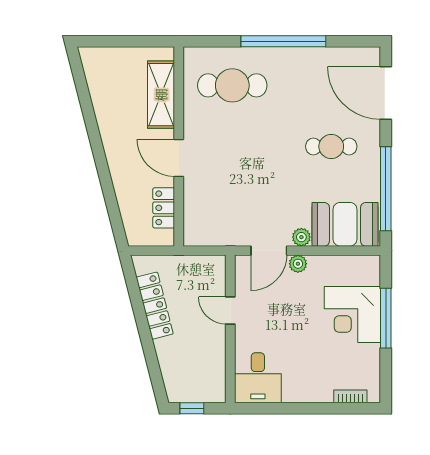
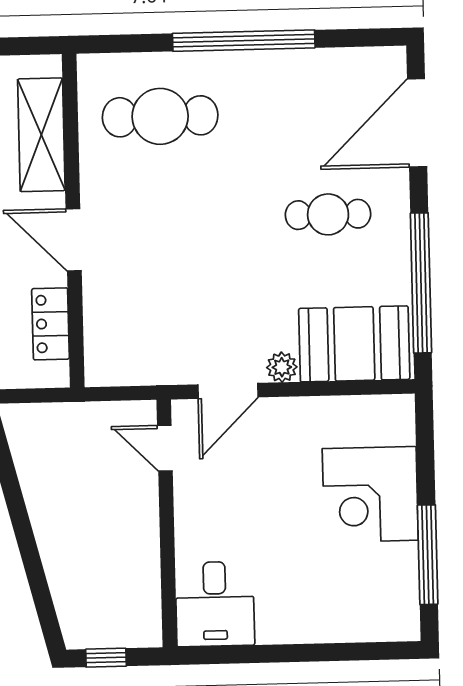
door: (386, 93) -> (417, 123), hinge flipped
plant: (298, 264) -> (277, 412), removed
locker: (155, 306) -> (39, 488), removed
door: (230, 311) -> (165, 448), moved
window: (386, 318) -> (428, 555), moved
bookcase: (350, 396) -> (370, 631), removed

